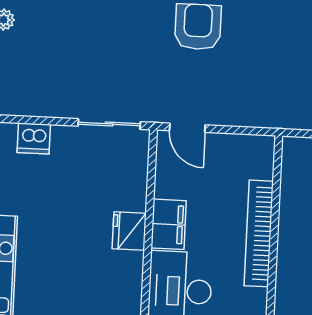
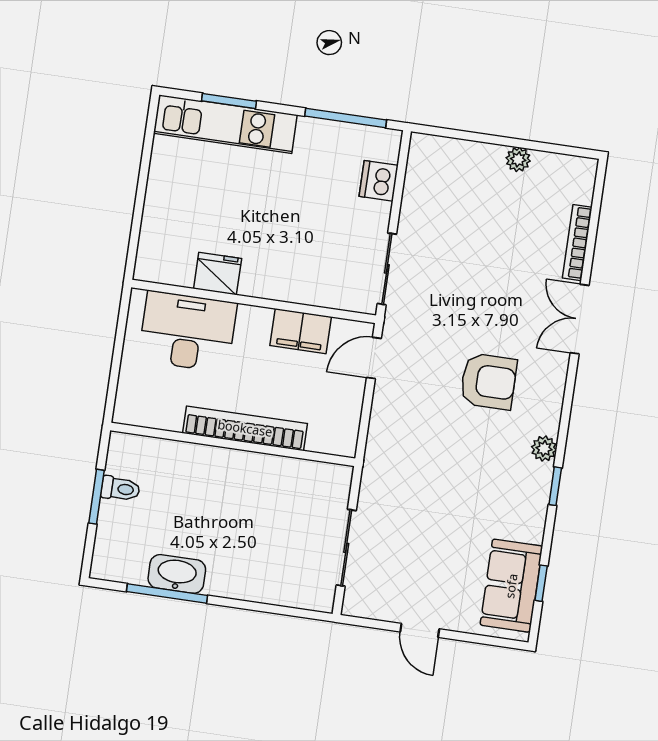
filing cabinet: (169, 224) -> (301, 331), moved
fridge: (129, 231) -> (218, 274), moved

